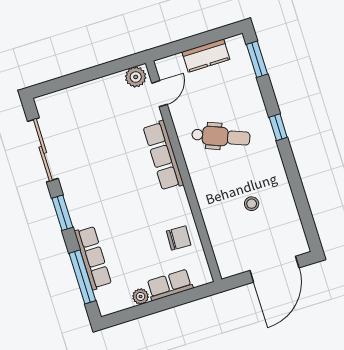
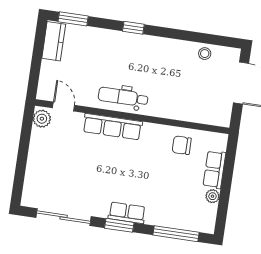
kitchen counter: (206, 56) -> (54, 41), moved
dental chair: (221, 137) -> (123, 97), moved, turned -112
stool: (252, 204) -> (205, 54), moved
chair: (179, 238) -> (182, 145), turned -92
row of seats: (93, 258) -> (127, 213), moved, width x0.68

